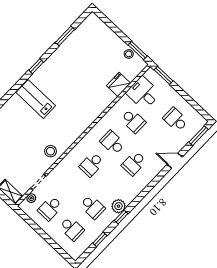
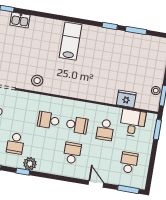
window: (36, 66) -> (110, 26), moved
school desk: (112, 143) -> (77, 125), turned 90
school desk: (134, 163) -> (72, 153), turned 90

